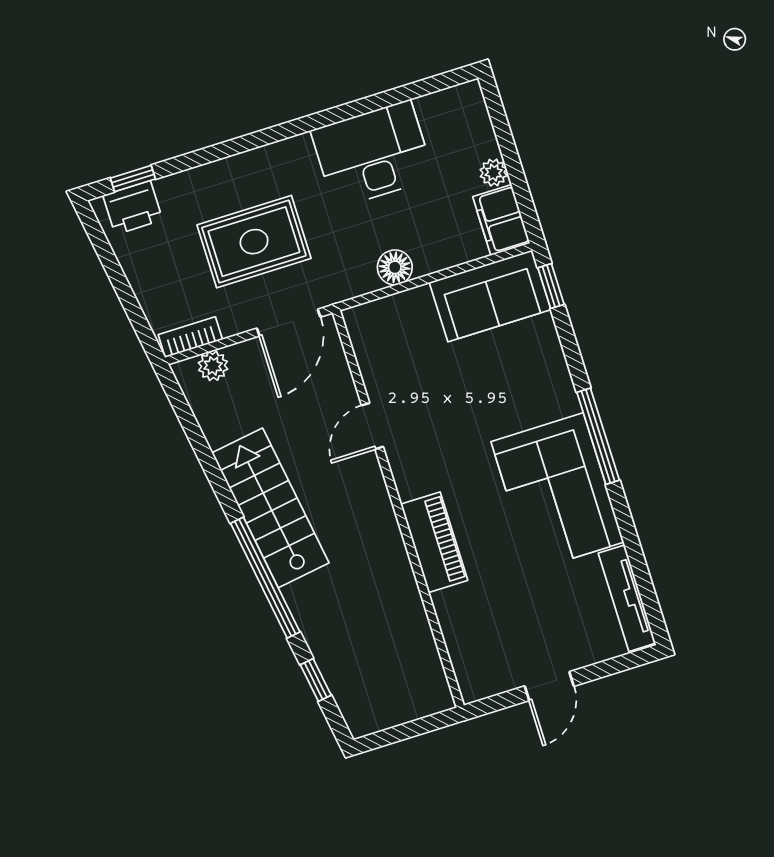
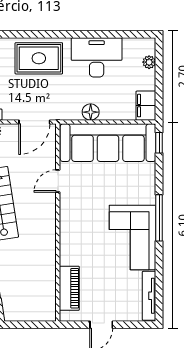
plant: (494, 173) -> (149, 62), moved
rug: (254, 242) -> (39, 58), moved
sofa: (490, 296) -> (108, 143), width x1.85, depth x1.27
piano: (434, 542) -> (69, 288), moved

